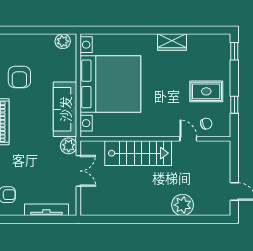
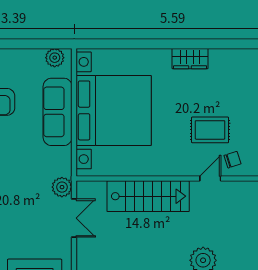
rug: (206, 91) -> (210, 130), moved
sofa: (65, 109) -> (58, 112), moved
door: (188, 139) -> (210, 179), hinge flipped

